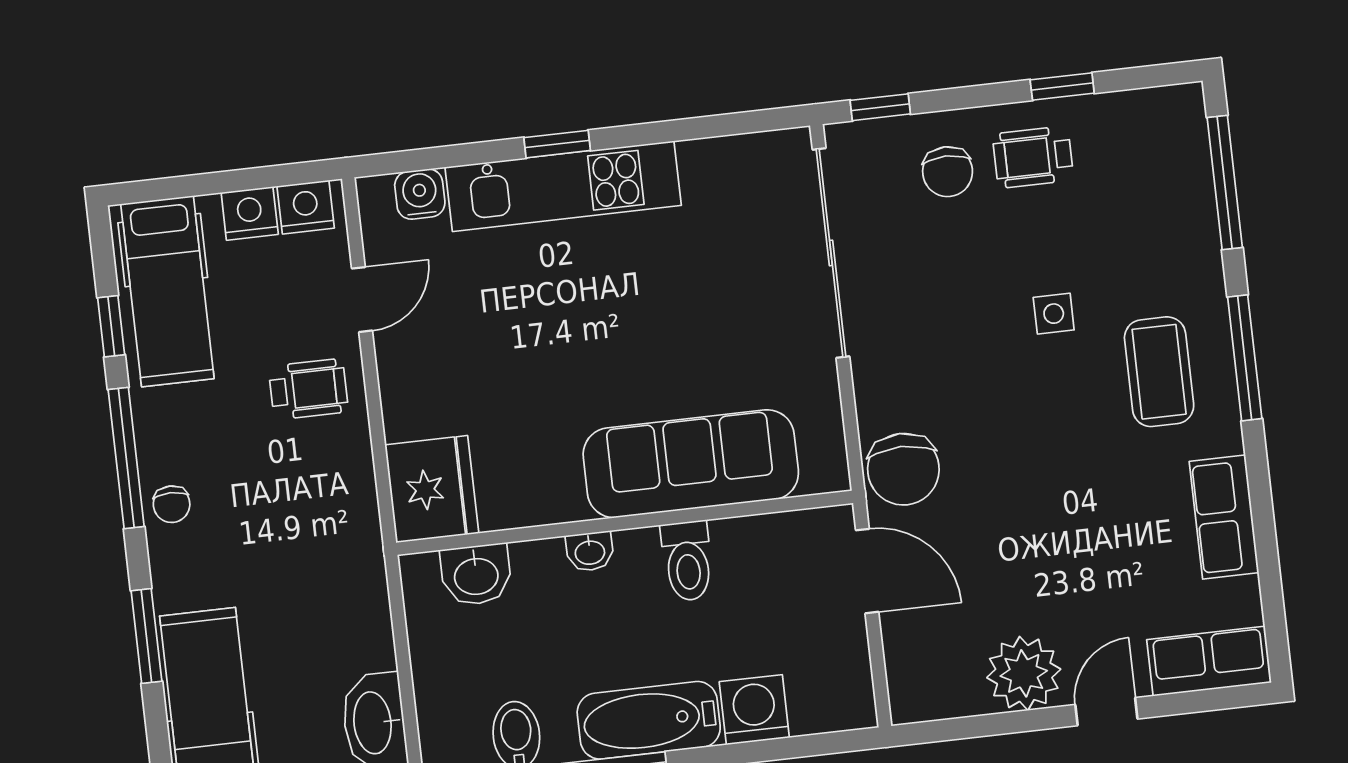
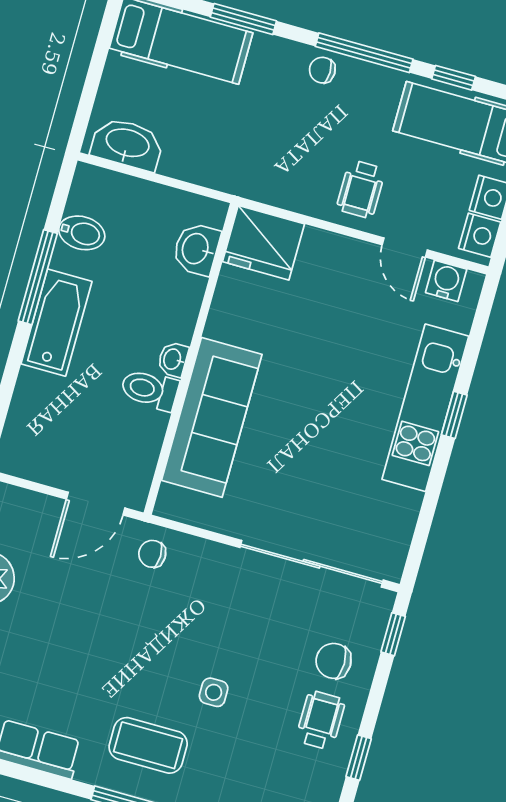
water cooler: (420, 194) -> (446, 281), moved, turned -90
chair: (903, 469) -> (152, 554), width x0.54, depth x0.54
washbasin: (590, 552) -> (173, 359), moved
washing machine: (754, 710) -> (36, 394), removed

